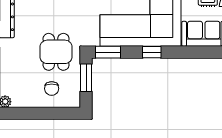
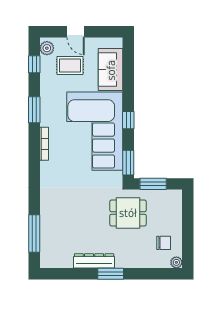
chair: (52, 89) -> (164, 243), moved

